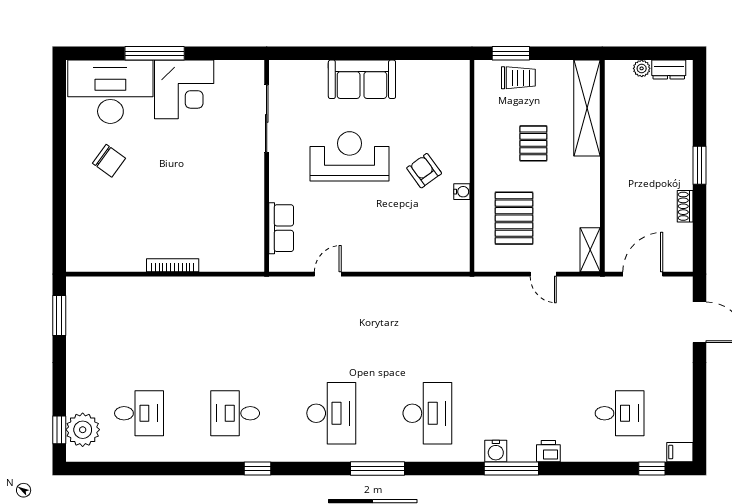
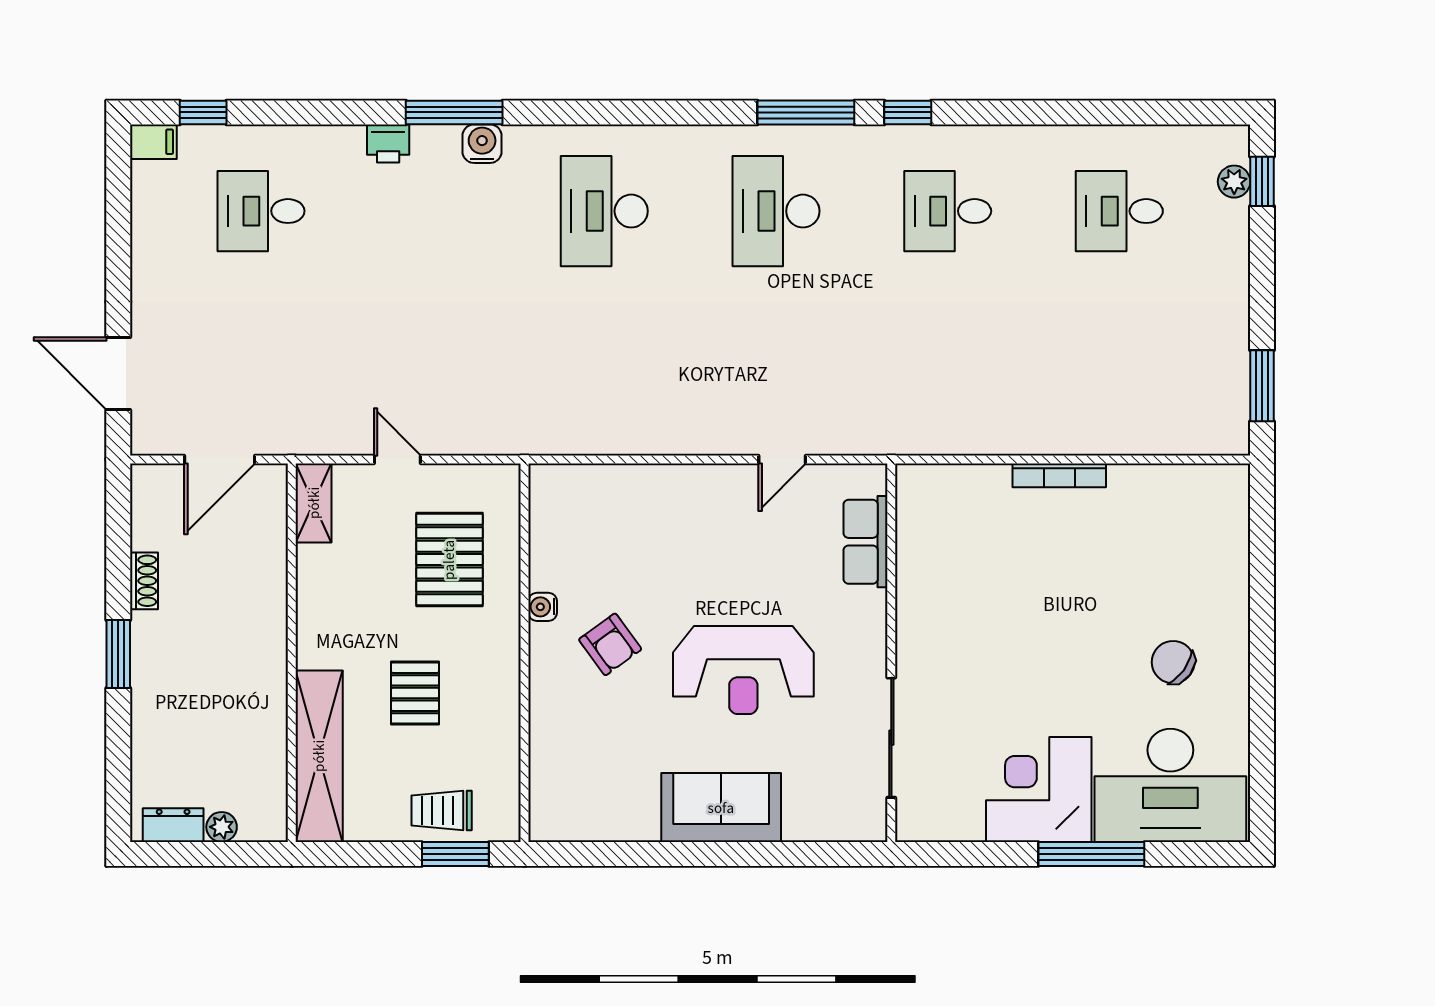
desk: (235, 413) -> (948, 211), turned 180
plant: (83, 430) -> (1234, 182), width x0.53, depth x0.53
window: (378, 468) -> (806, 112), moved

